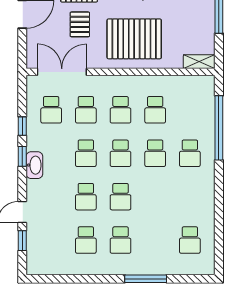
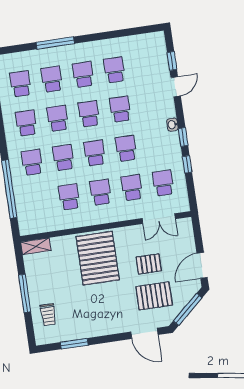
pallet: (80, 24) -> (149, 264), turned 90
pallet: (134, 39) -> (98, 258), turned 90
double door: (62, 72) -> (159, 219), width x0.73
washbasin: (34, 165) -> (172, 125), width x0.52, depth x0.69
school desk: (155, 197) -> (58, 118), added
school desk: (190, 197) -> (26, 123), added
school desk: (155, 240) -> (52, 79), added

